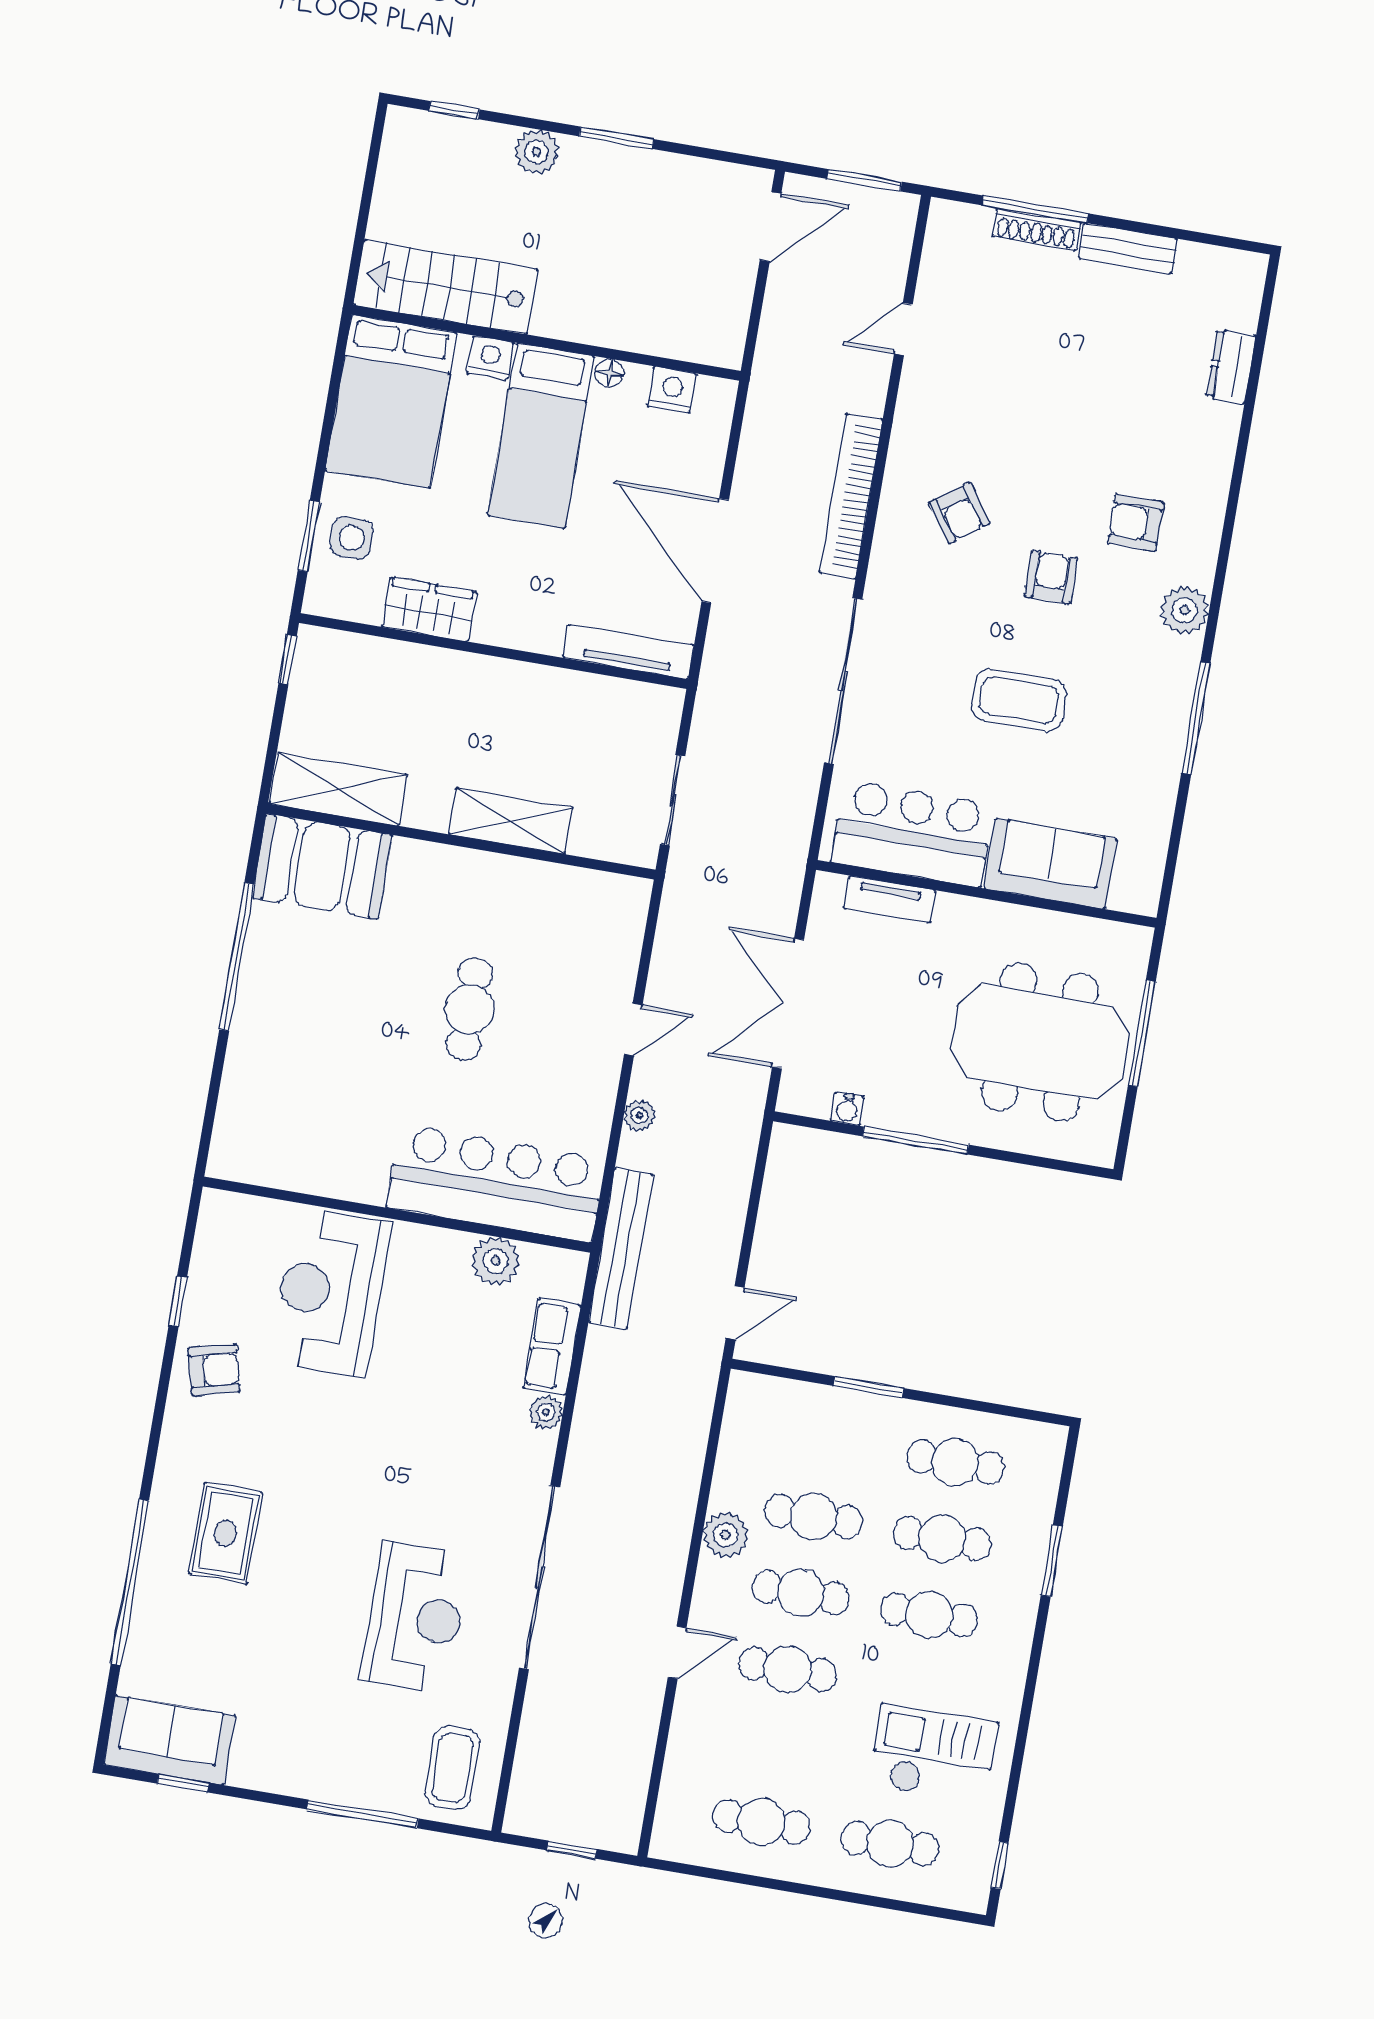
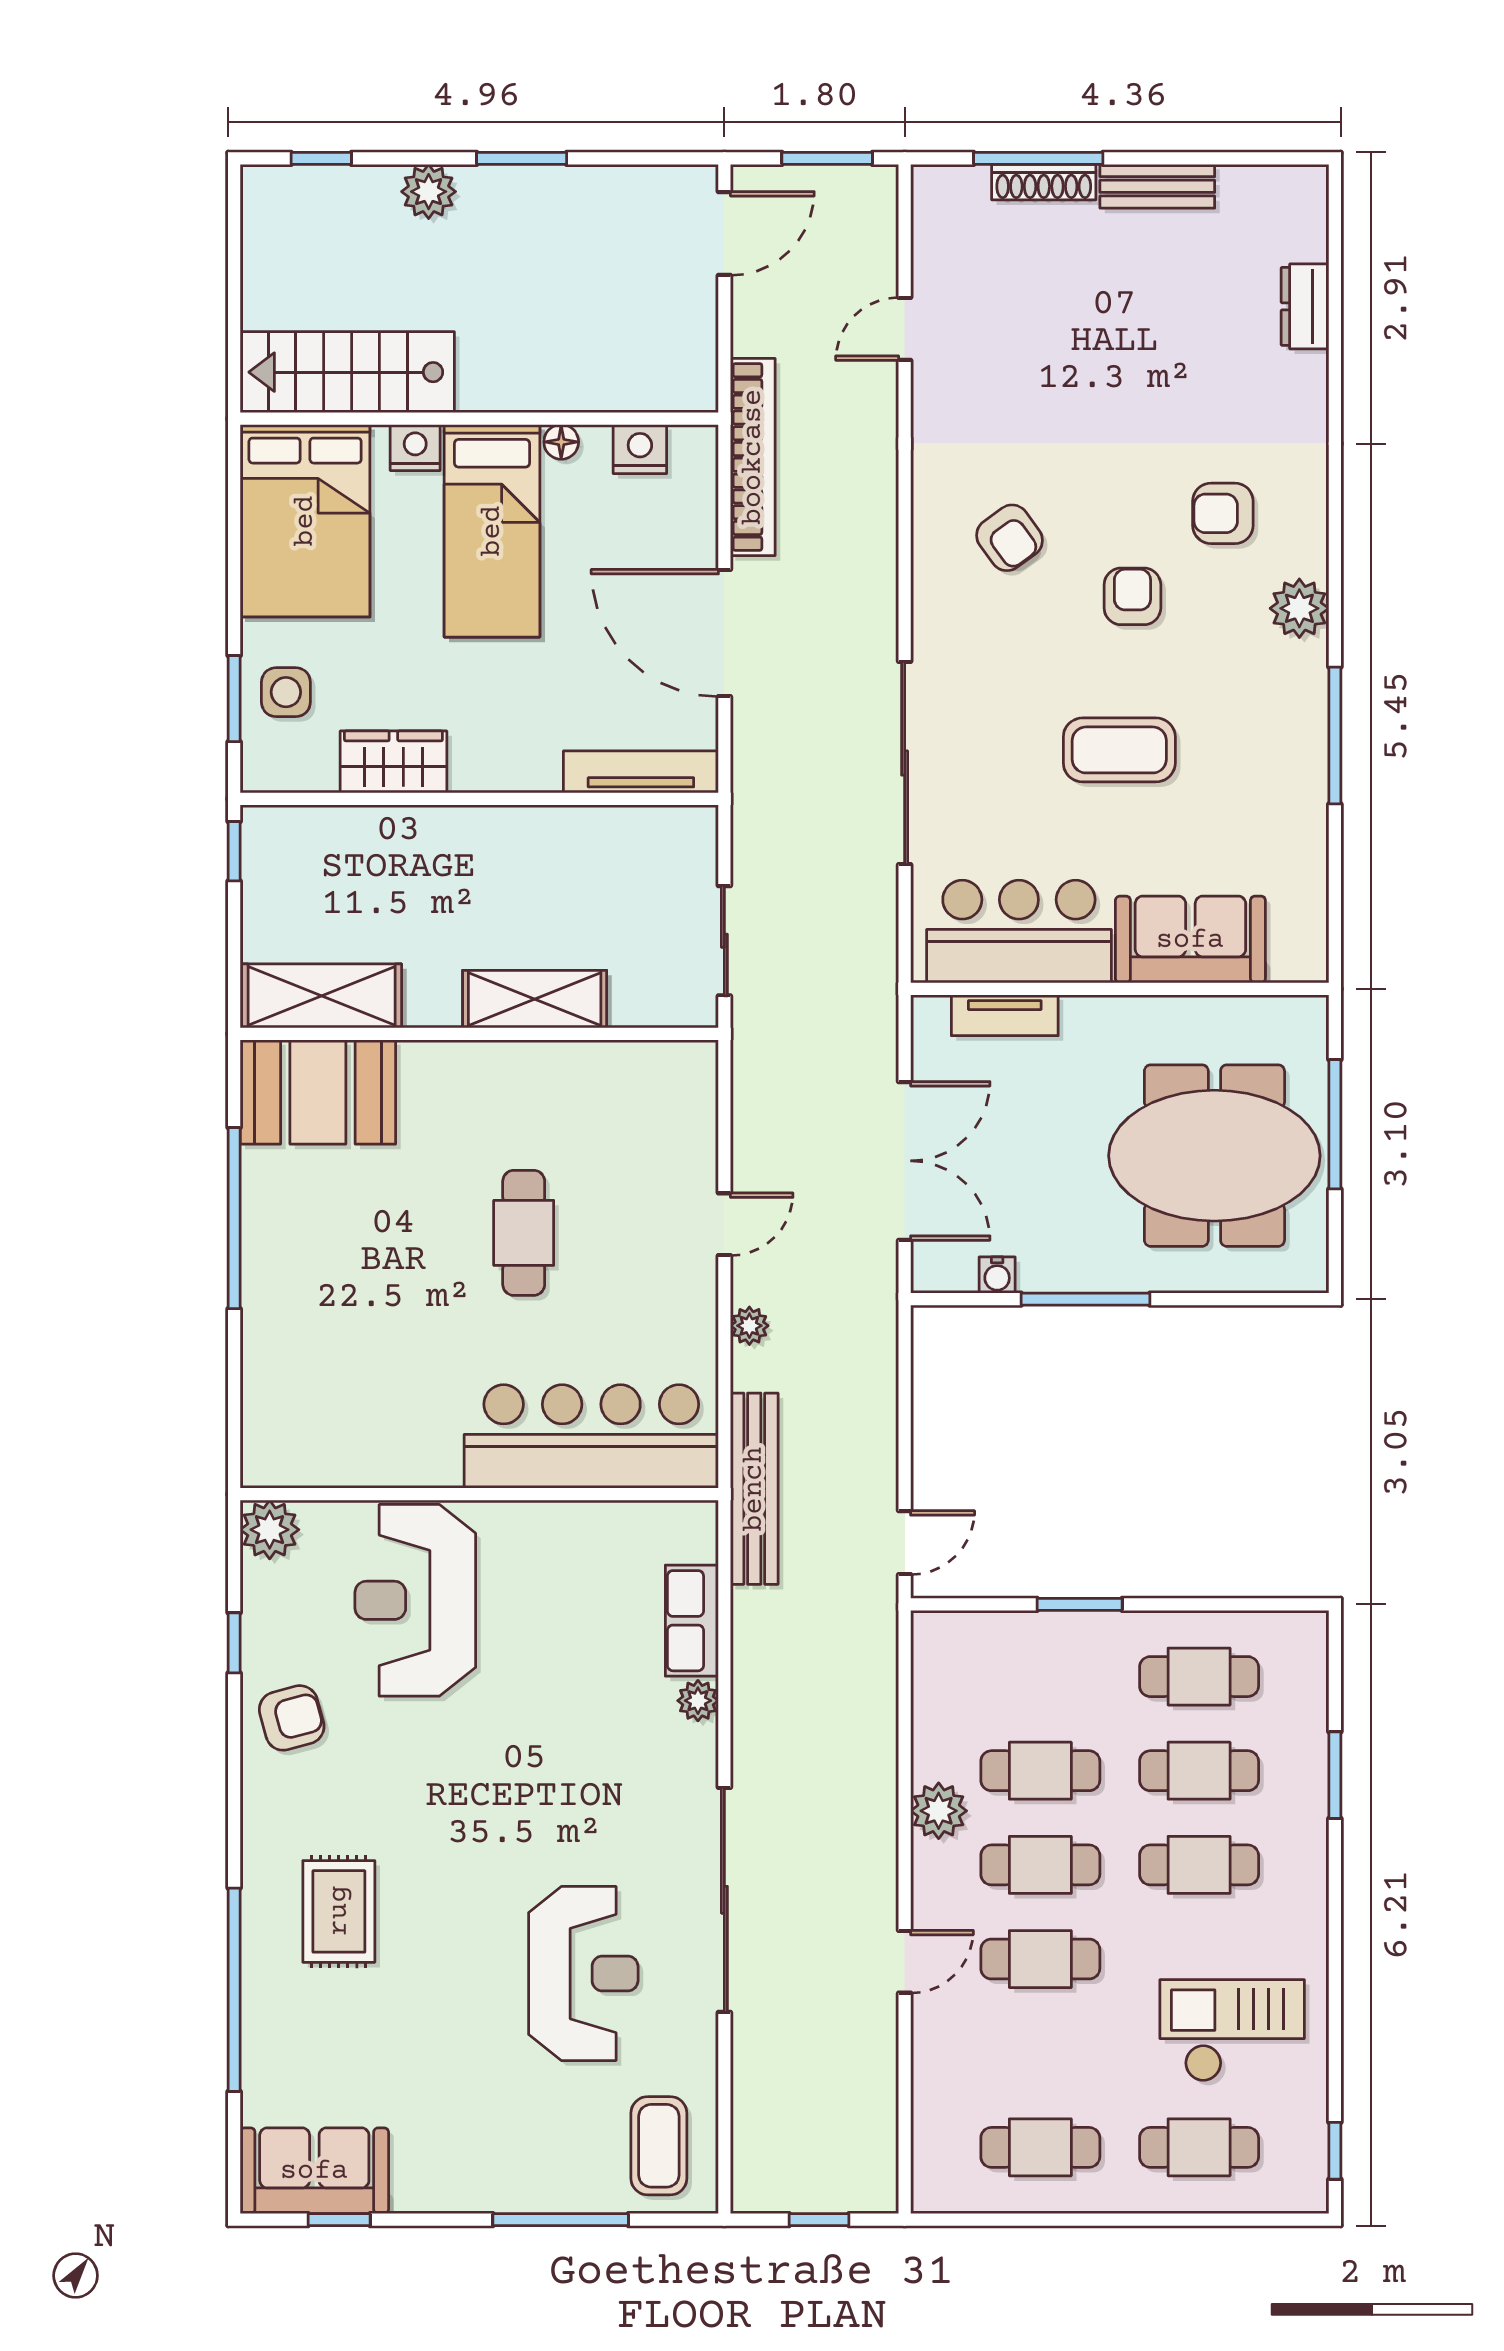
bookcase: (851, 496) -> (753, 457), moved, turned 180
double door: (788, 1003) -> (905, 1161), swing flipped
plant: (496, 1261) -> (270, 1530), moved

